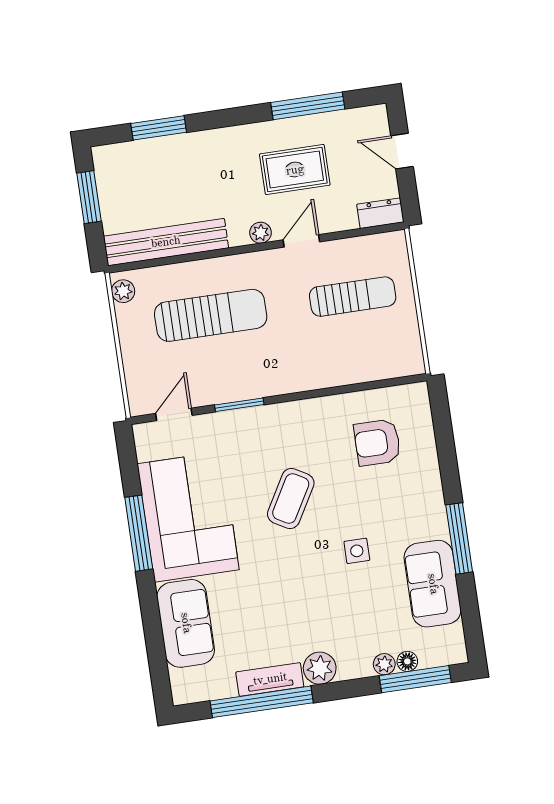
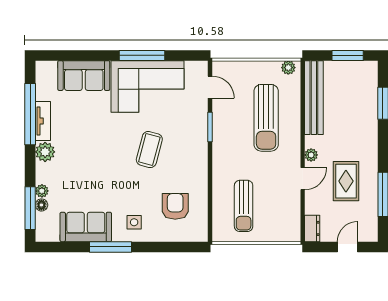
door: (301, 241) -> (303, 179), hinge flipped
sun lounger: (353, 297) -> (244, 206), moved
coffee table: (291, 498) -> (149, 150), turned 75
side table: (357, 551) -> (134, 222), moved

